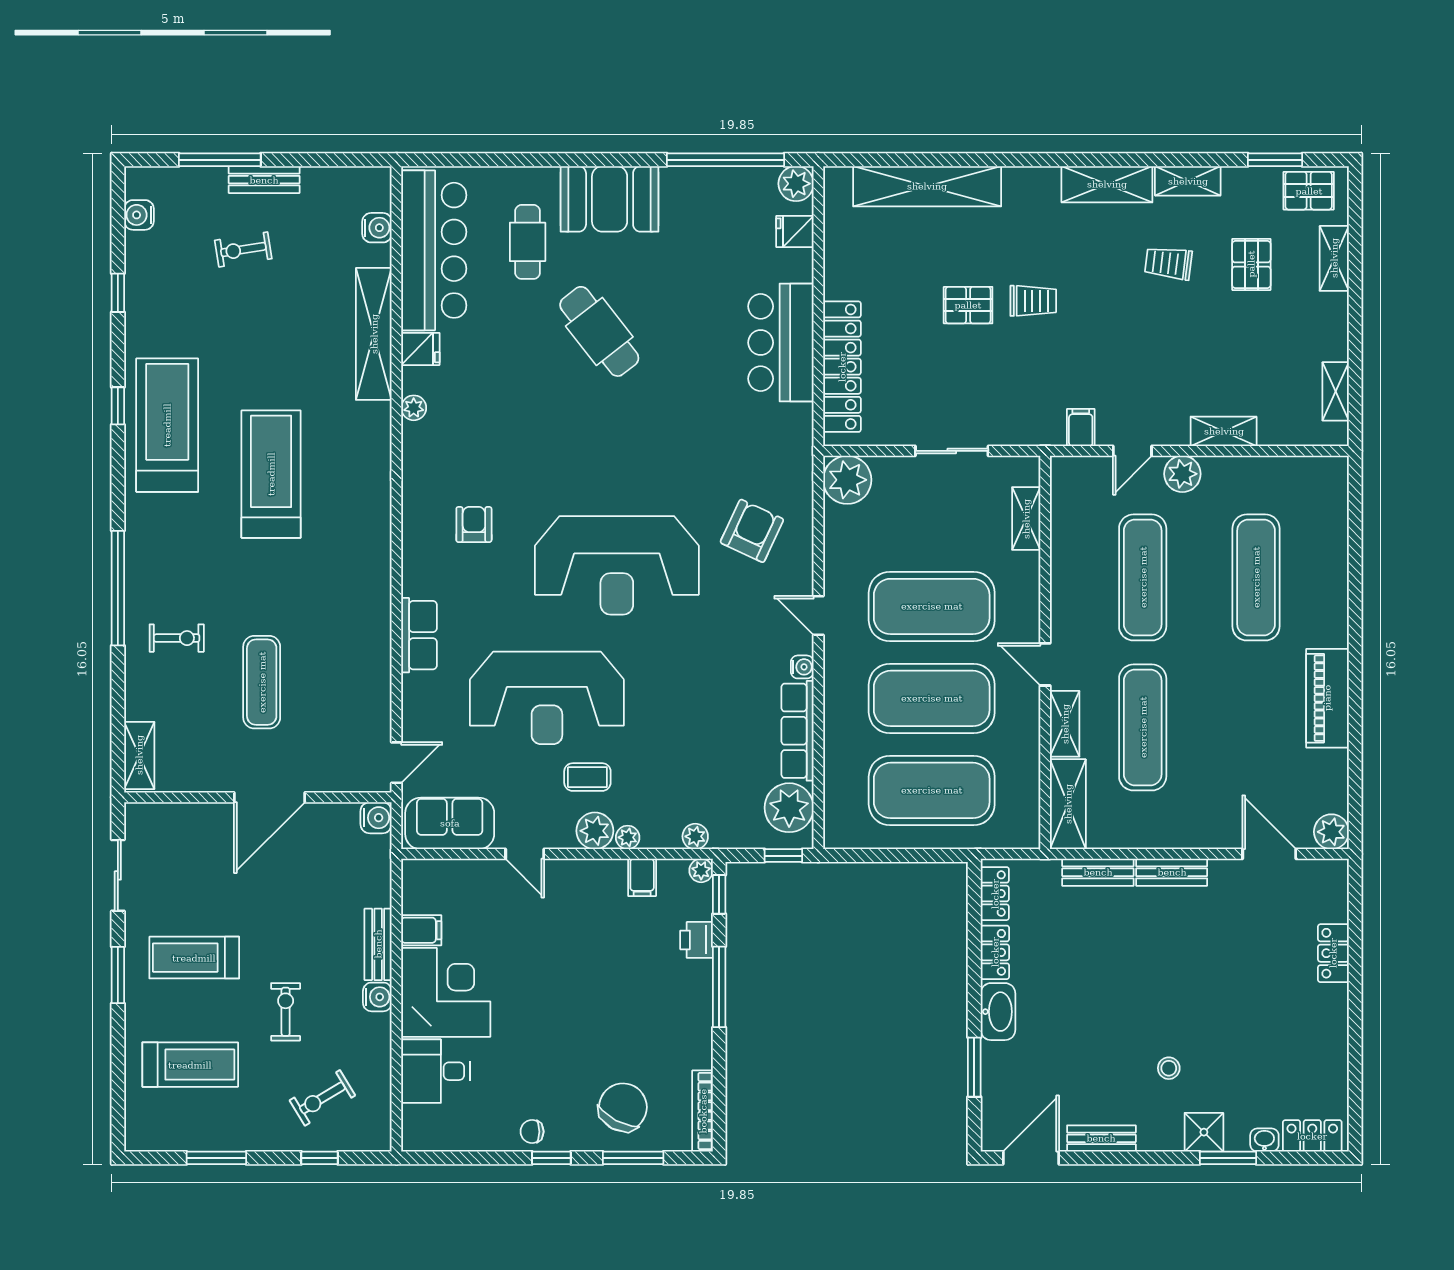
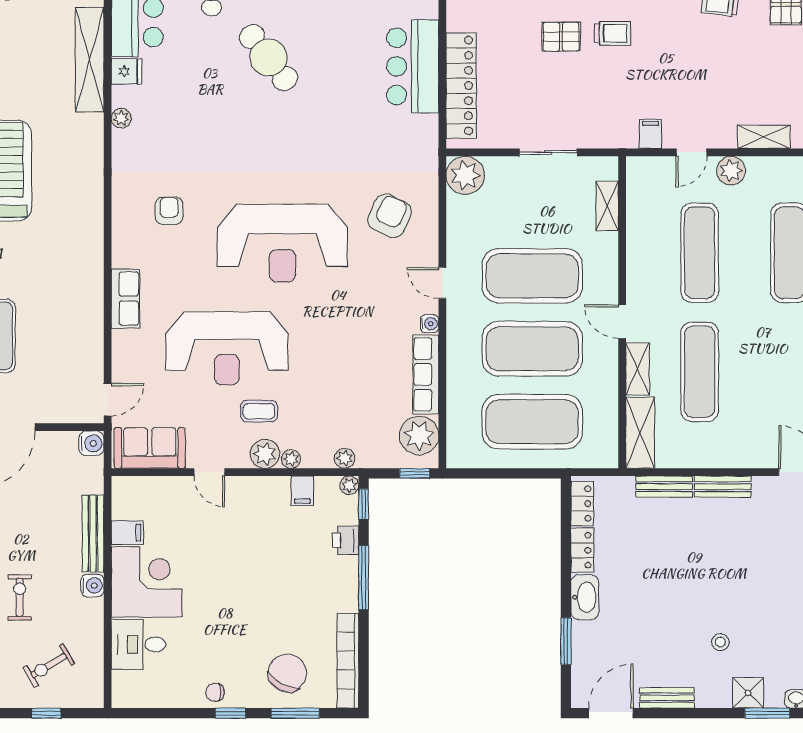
bench: (378, 944) -> (93, 534), width x1.36
bookcase: (703, 1111) -> (348, 661), width x1.48, depth x1.31

